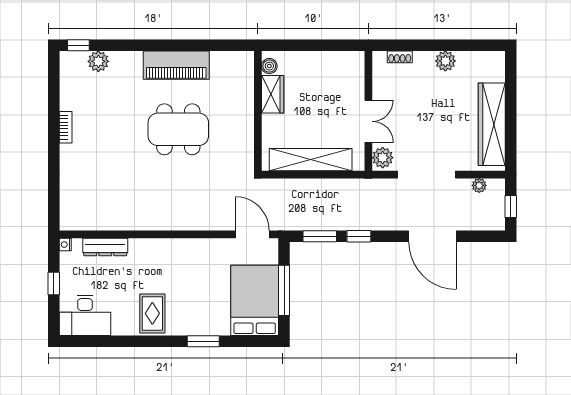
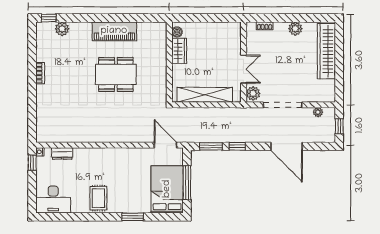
wardrobe: (492, 124) -> (326, 51), moved
dresser: (105, 247) -> (62, 154), width x0.70
window: (54, 284) -> (32, 163), moved

